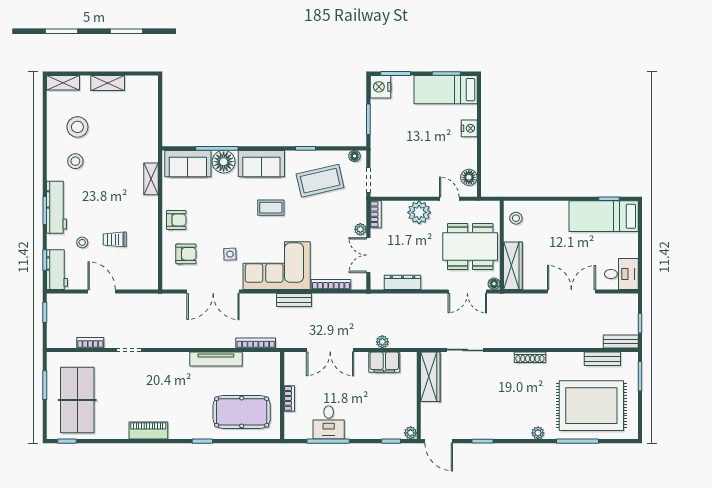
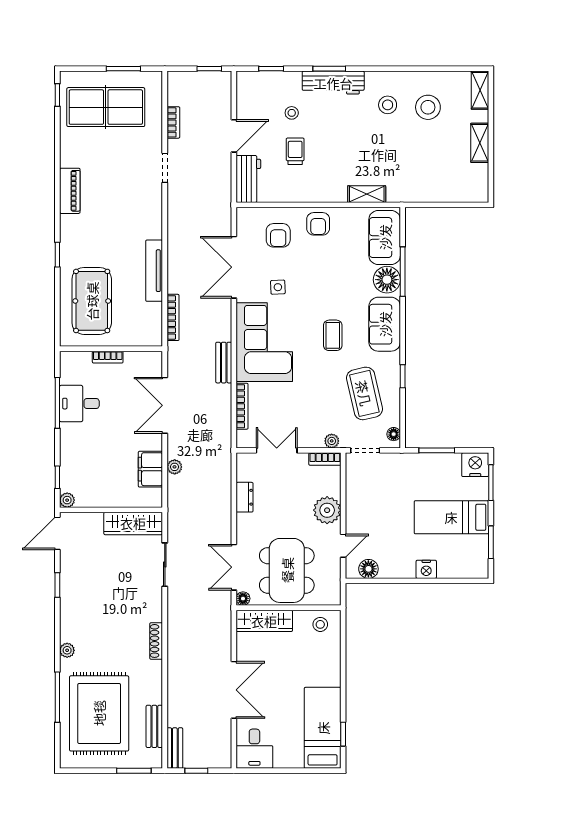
bed: (446, 90) -> (451, 517), moved, turned -90
plant: (360, 229) -> (332, 441), moved
workbench: (57, 270) -> (248, 179), moved, turned -90
dresser: (403, 282) -> (245, 497), width x0.70

